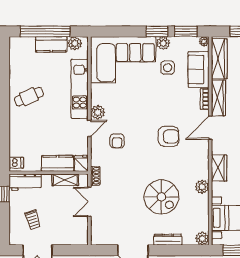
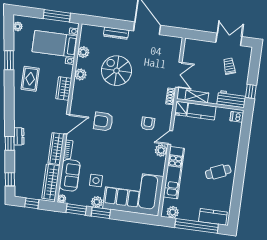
kitchen counter: (51, 44) -> (213, 217), moved
plant: (202, 239) -> (83, 52), moved

